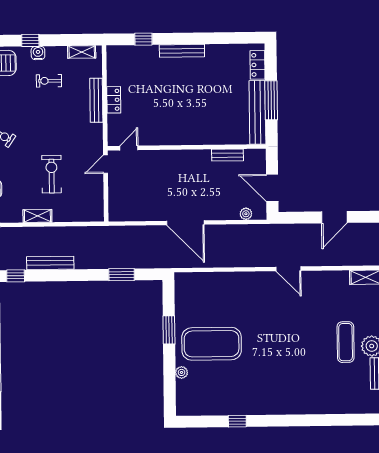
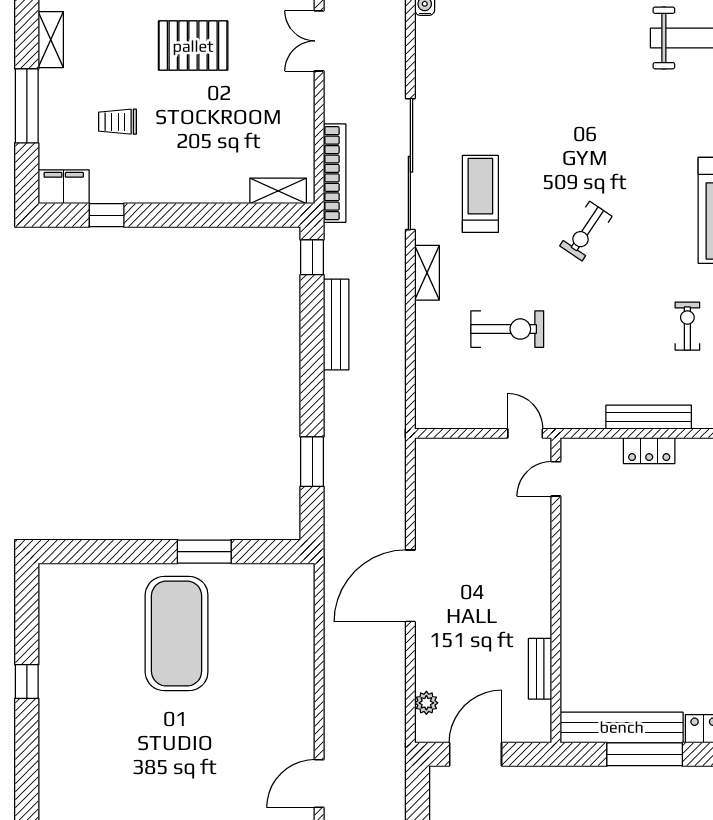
door: (129, 148) -> (556, 479), swing flipped
shelving: (37, 216) -> (427, 273), moved
plant: (182, 372) -> (122, 575), removed

